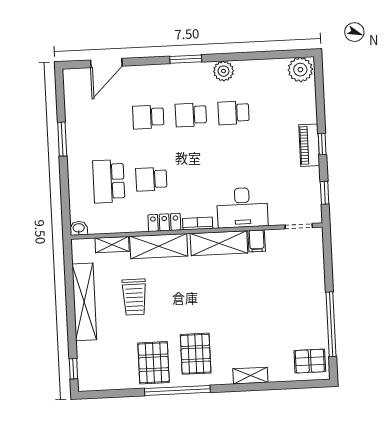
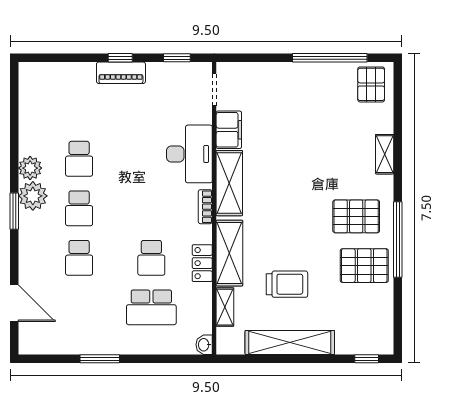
plant: (300, 70) -> (33, 196), moved
locker: (164, 222) -> (202, 263), moved
filing cabinet: (257, 241) -> (229, 130), width x2.00

